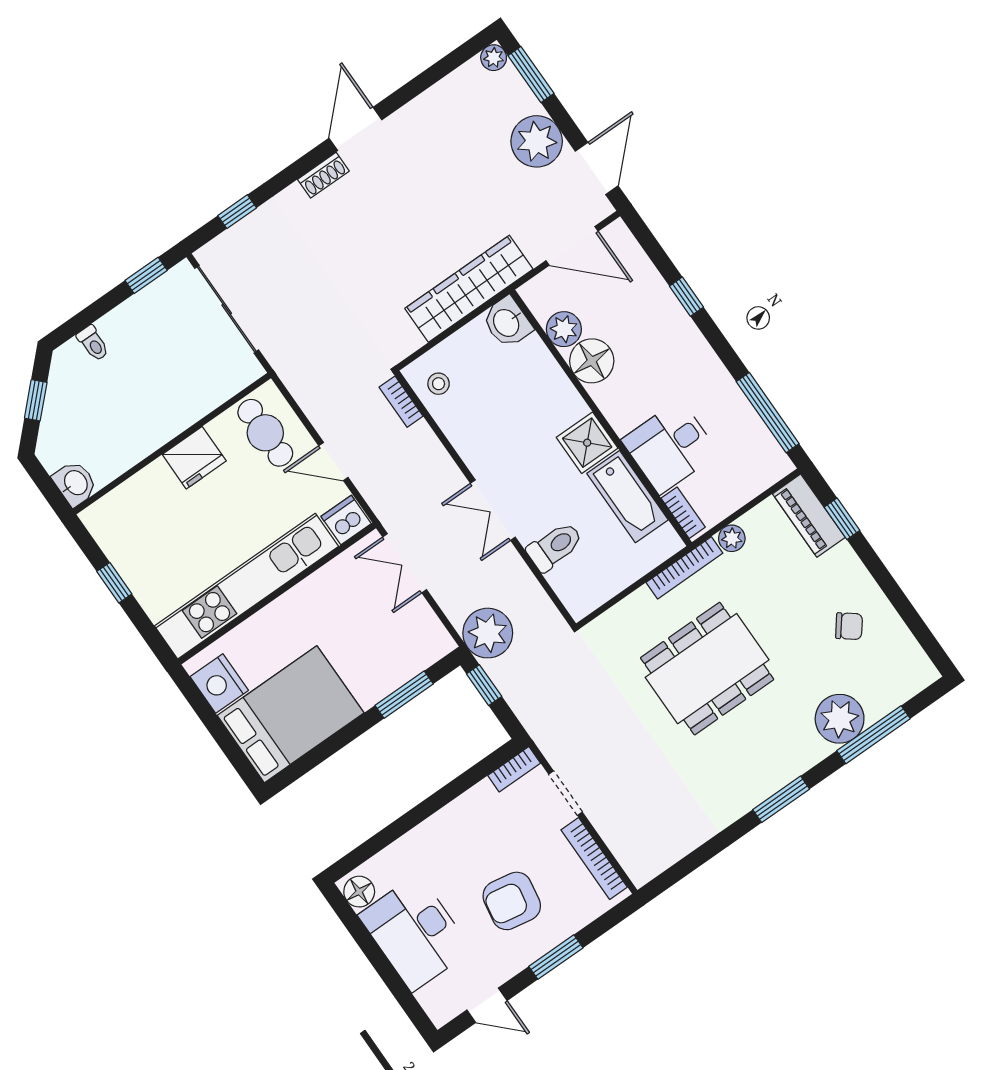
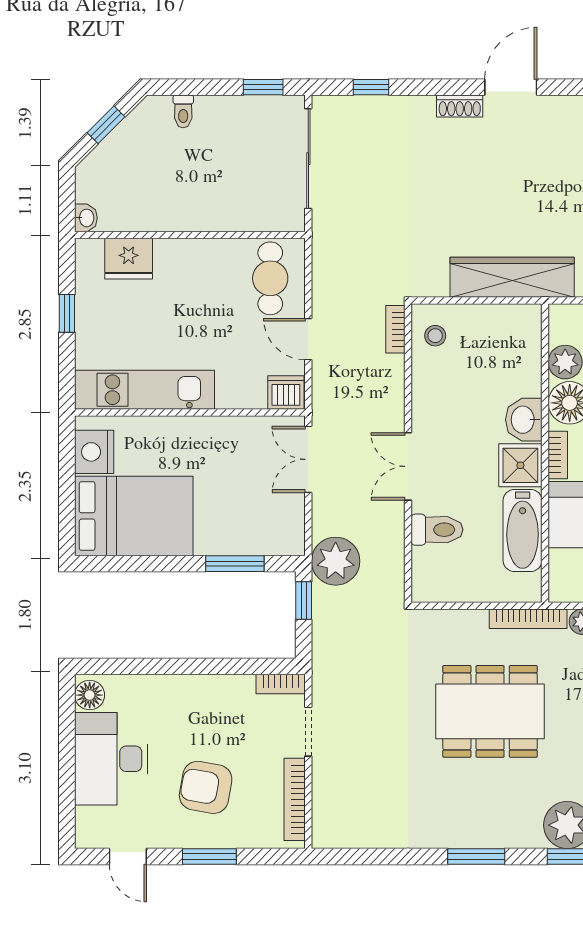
washbasin: (507, 322) -> (524, 420), moved
fridge: (194, 458) -> (129, 259), moved
washbasin: (75, 483) -> (86, 218), width x0.72, depth x0.69
bookcase: (683, 513) -> (558, 455), moved
kitchen unit: (247, 586) -> (145, 390), width x0.73

